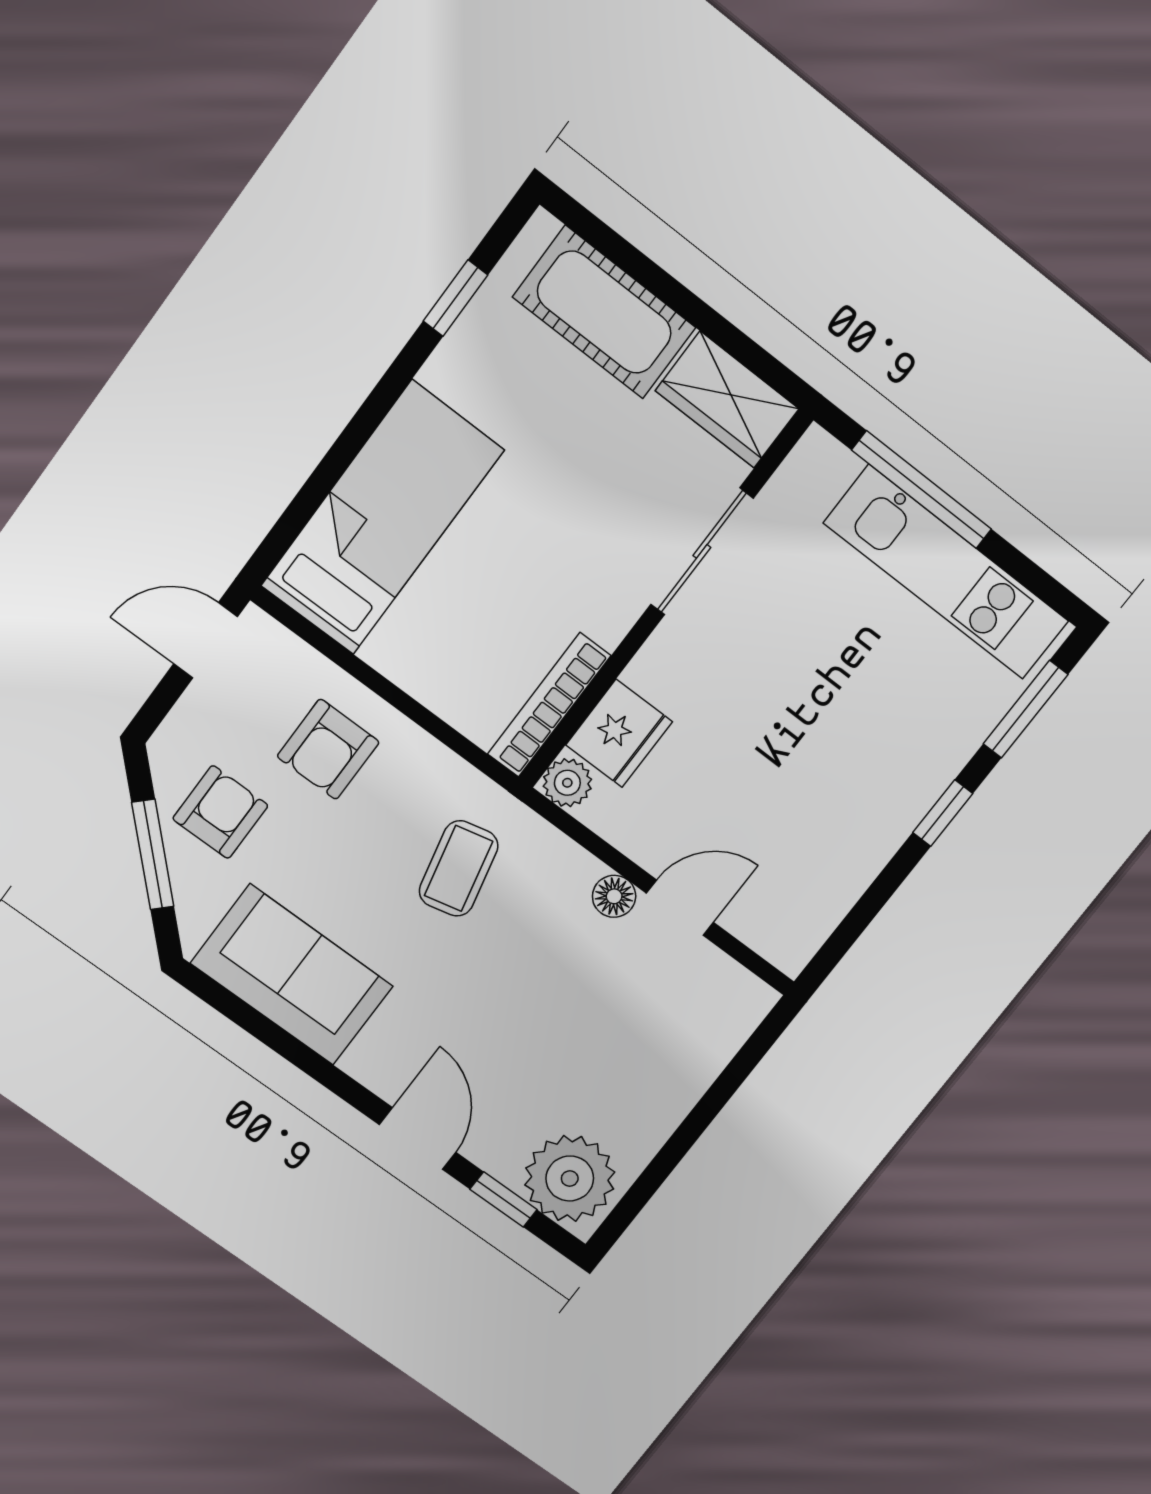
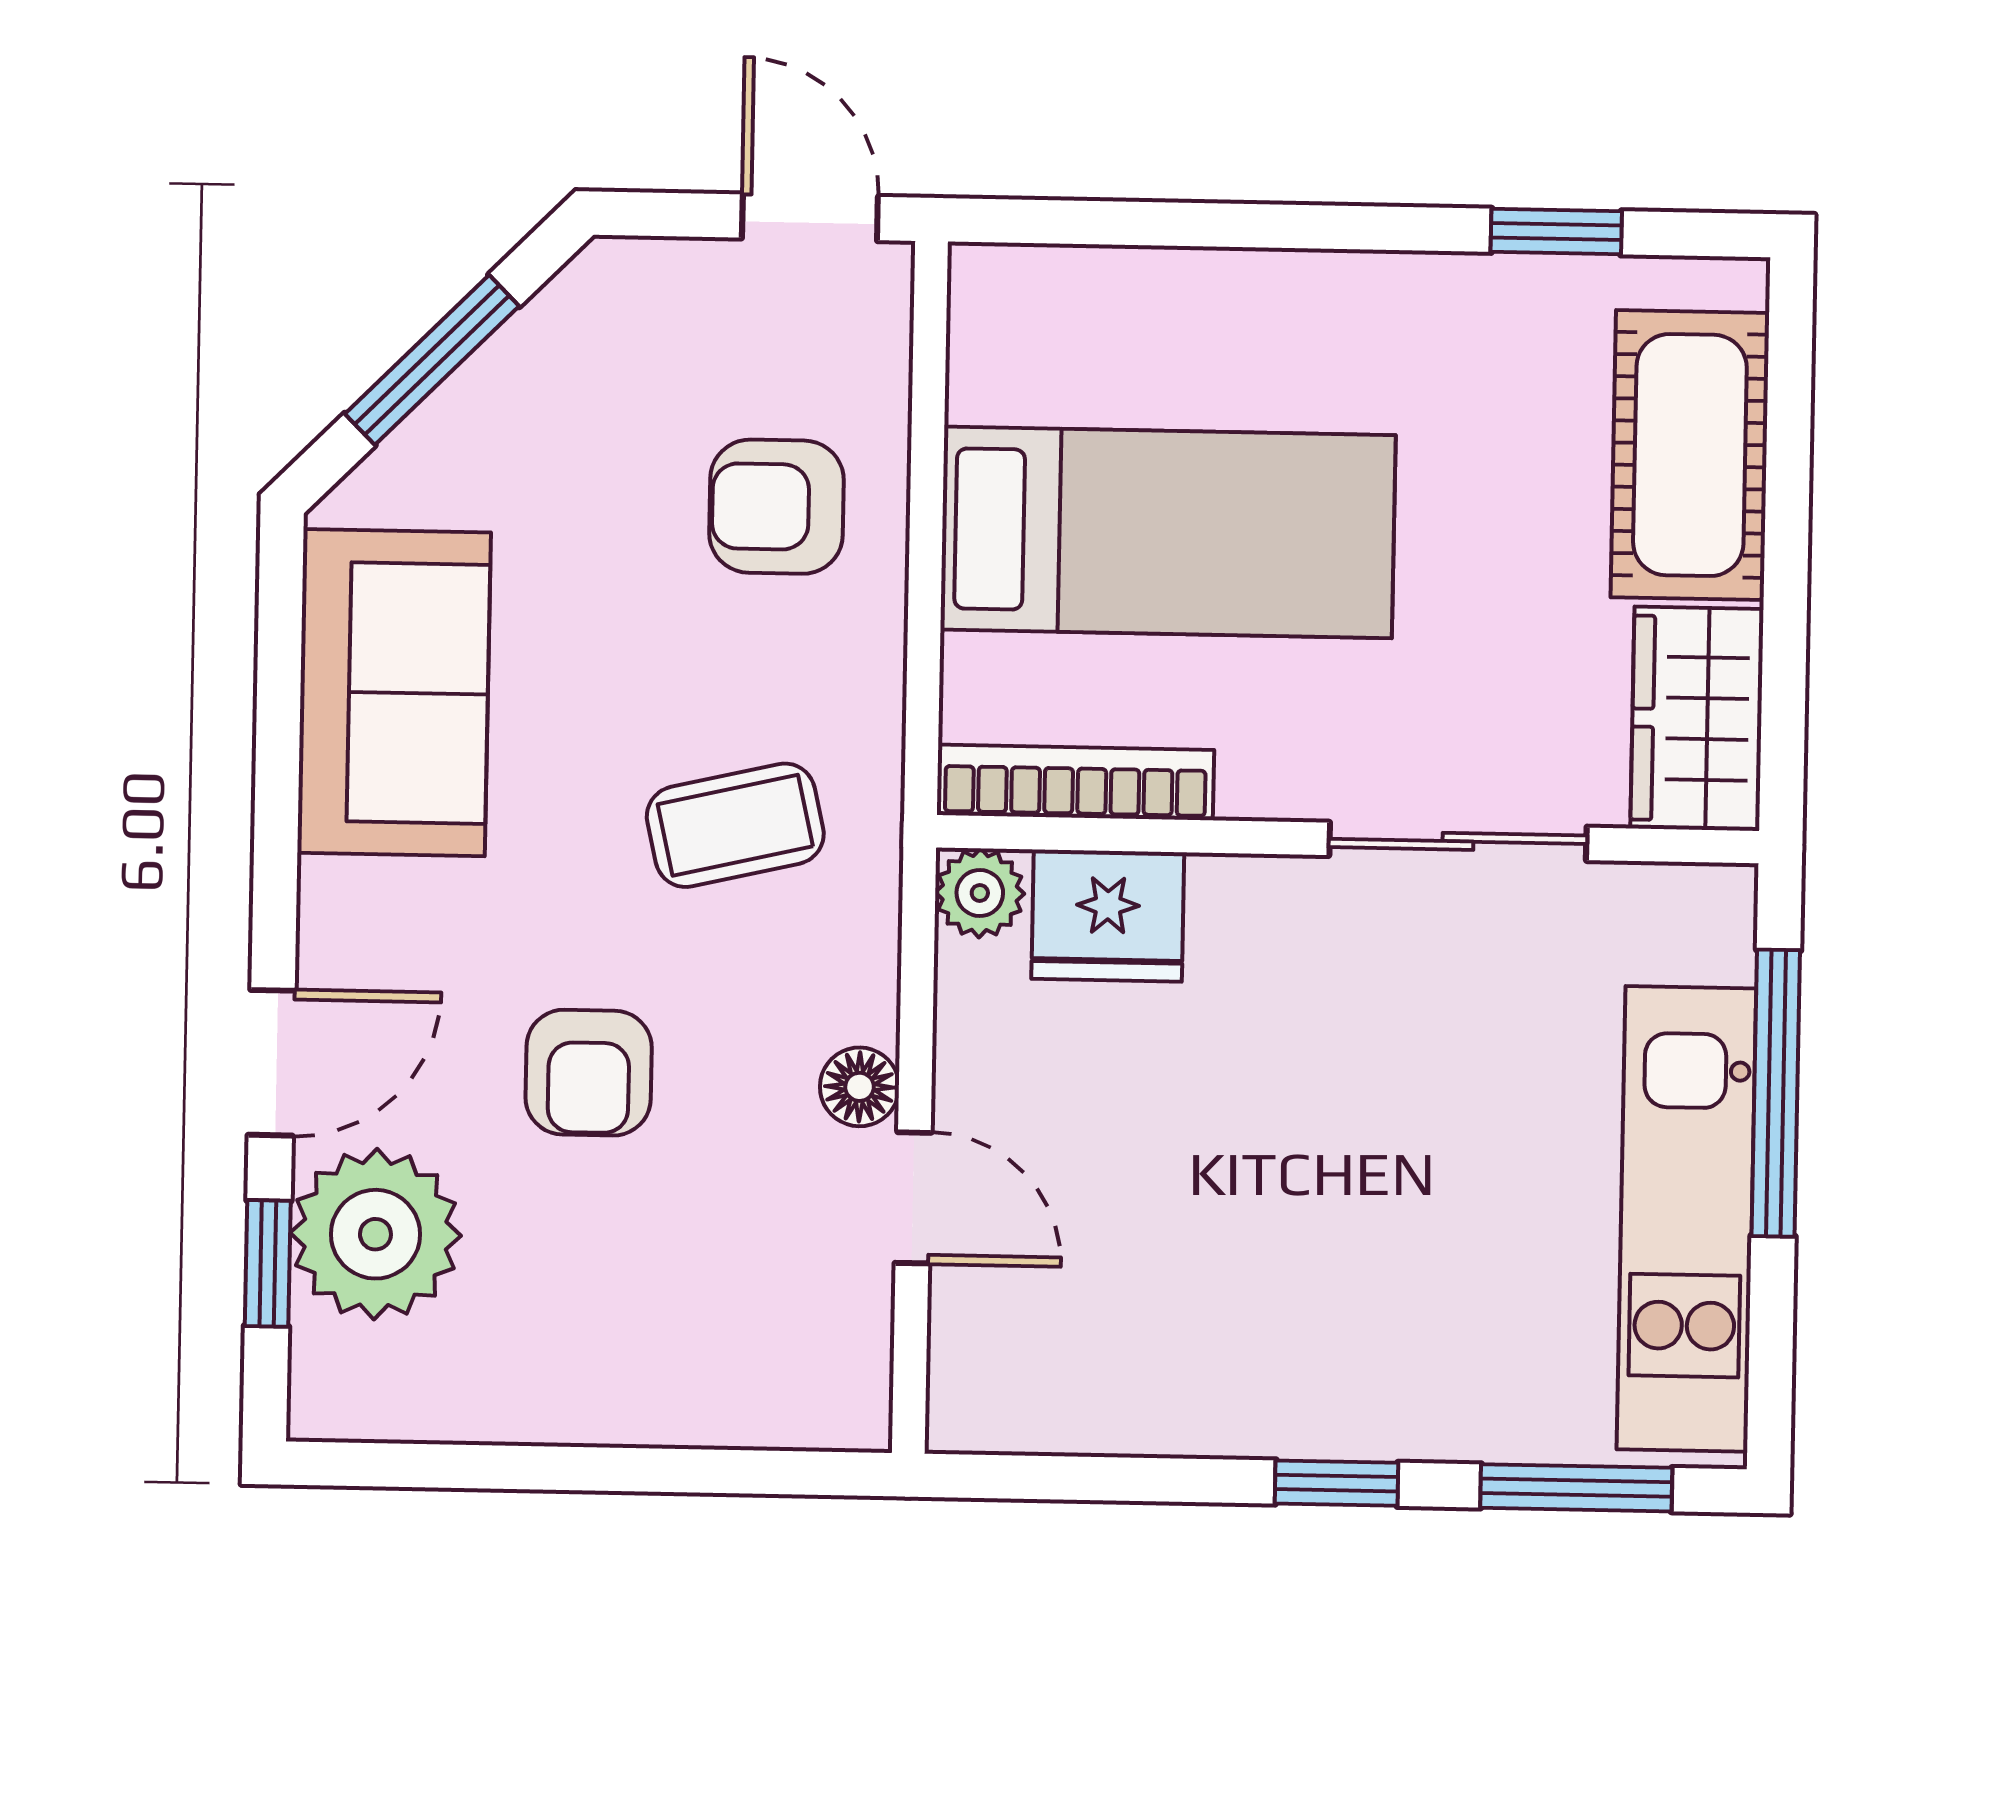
bed: (382, 518) -> (1168, 532), moved
armchair: (220, 812) -> (589, 1073), moved, turned 90
plant: (570, 1179) -> (375, 1234), moved

